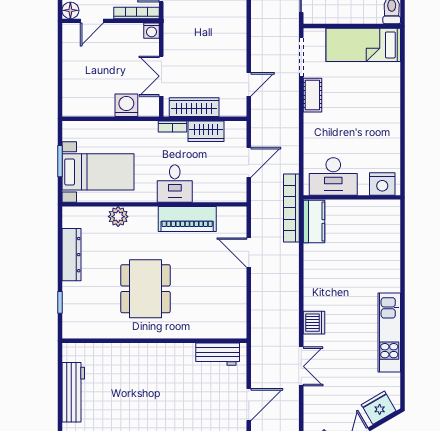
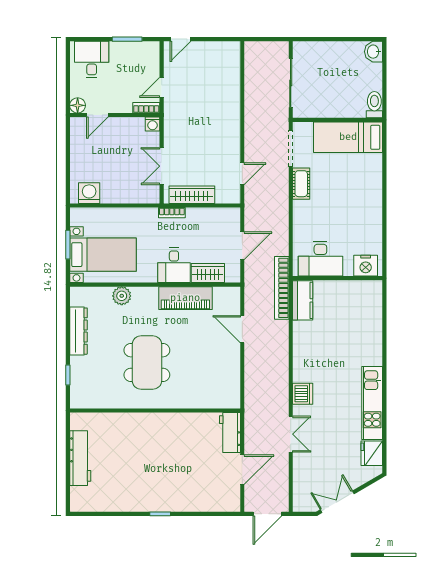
bookcase: (137, 13) -> (146, 108), width x0.64
washing machine: (126, 105) -> (89, 193), moved
wardrobe: (206, 131) -> (208, 273), moved, turned 180
workbench: (218, 354) -> (230, 433), moved, turned 90
fridge: (379, 408) -> (372, 453), moved, turned -60

